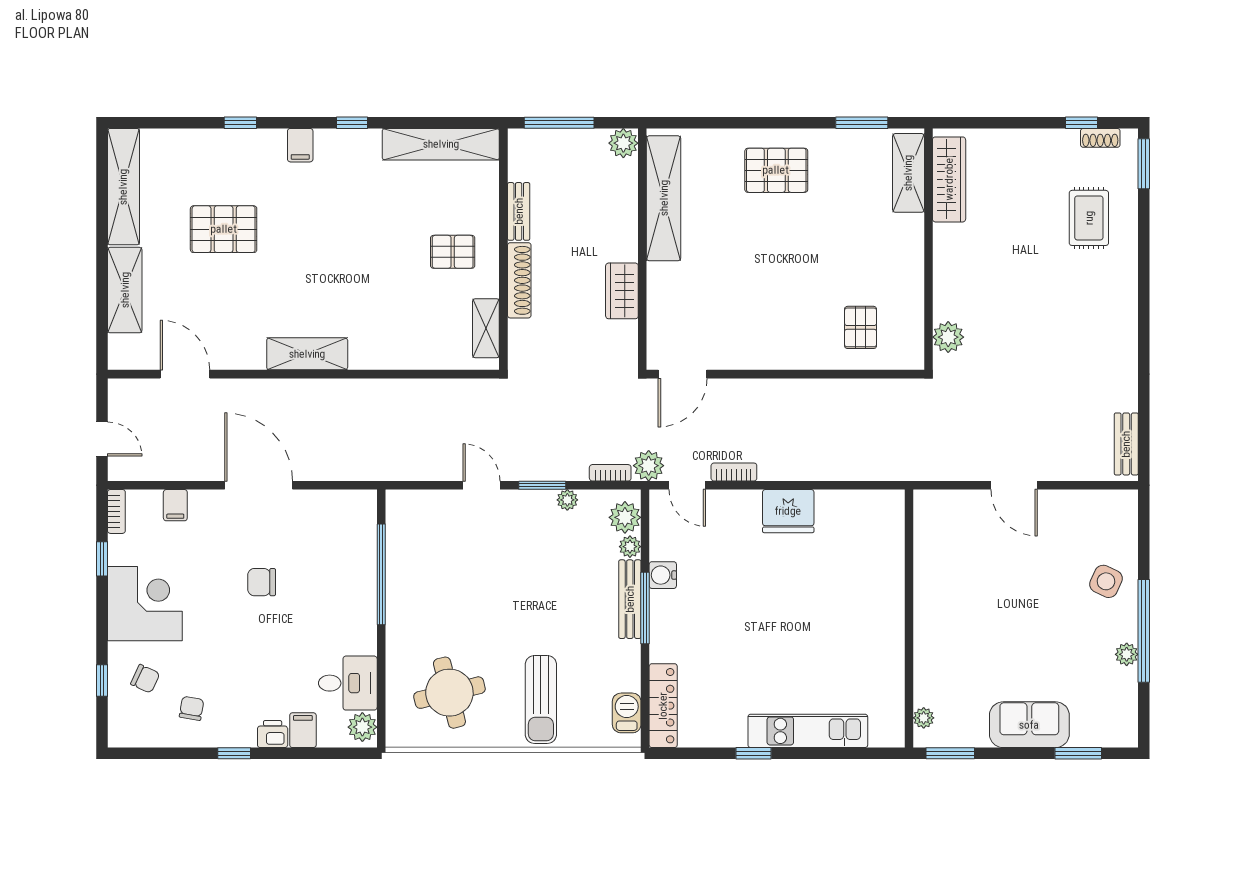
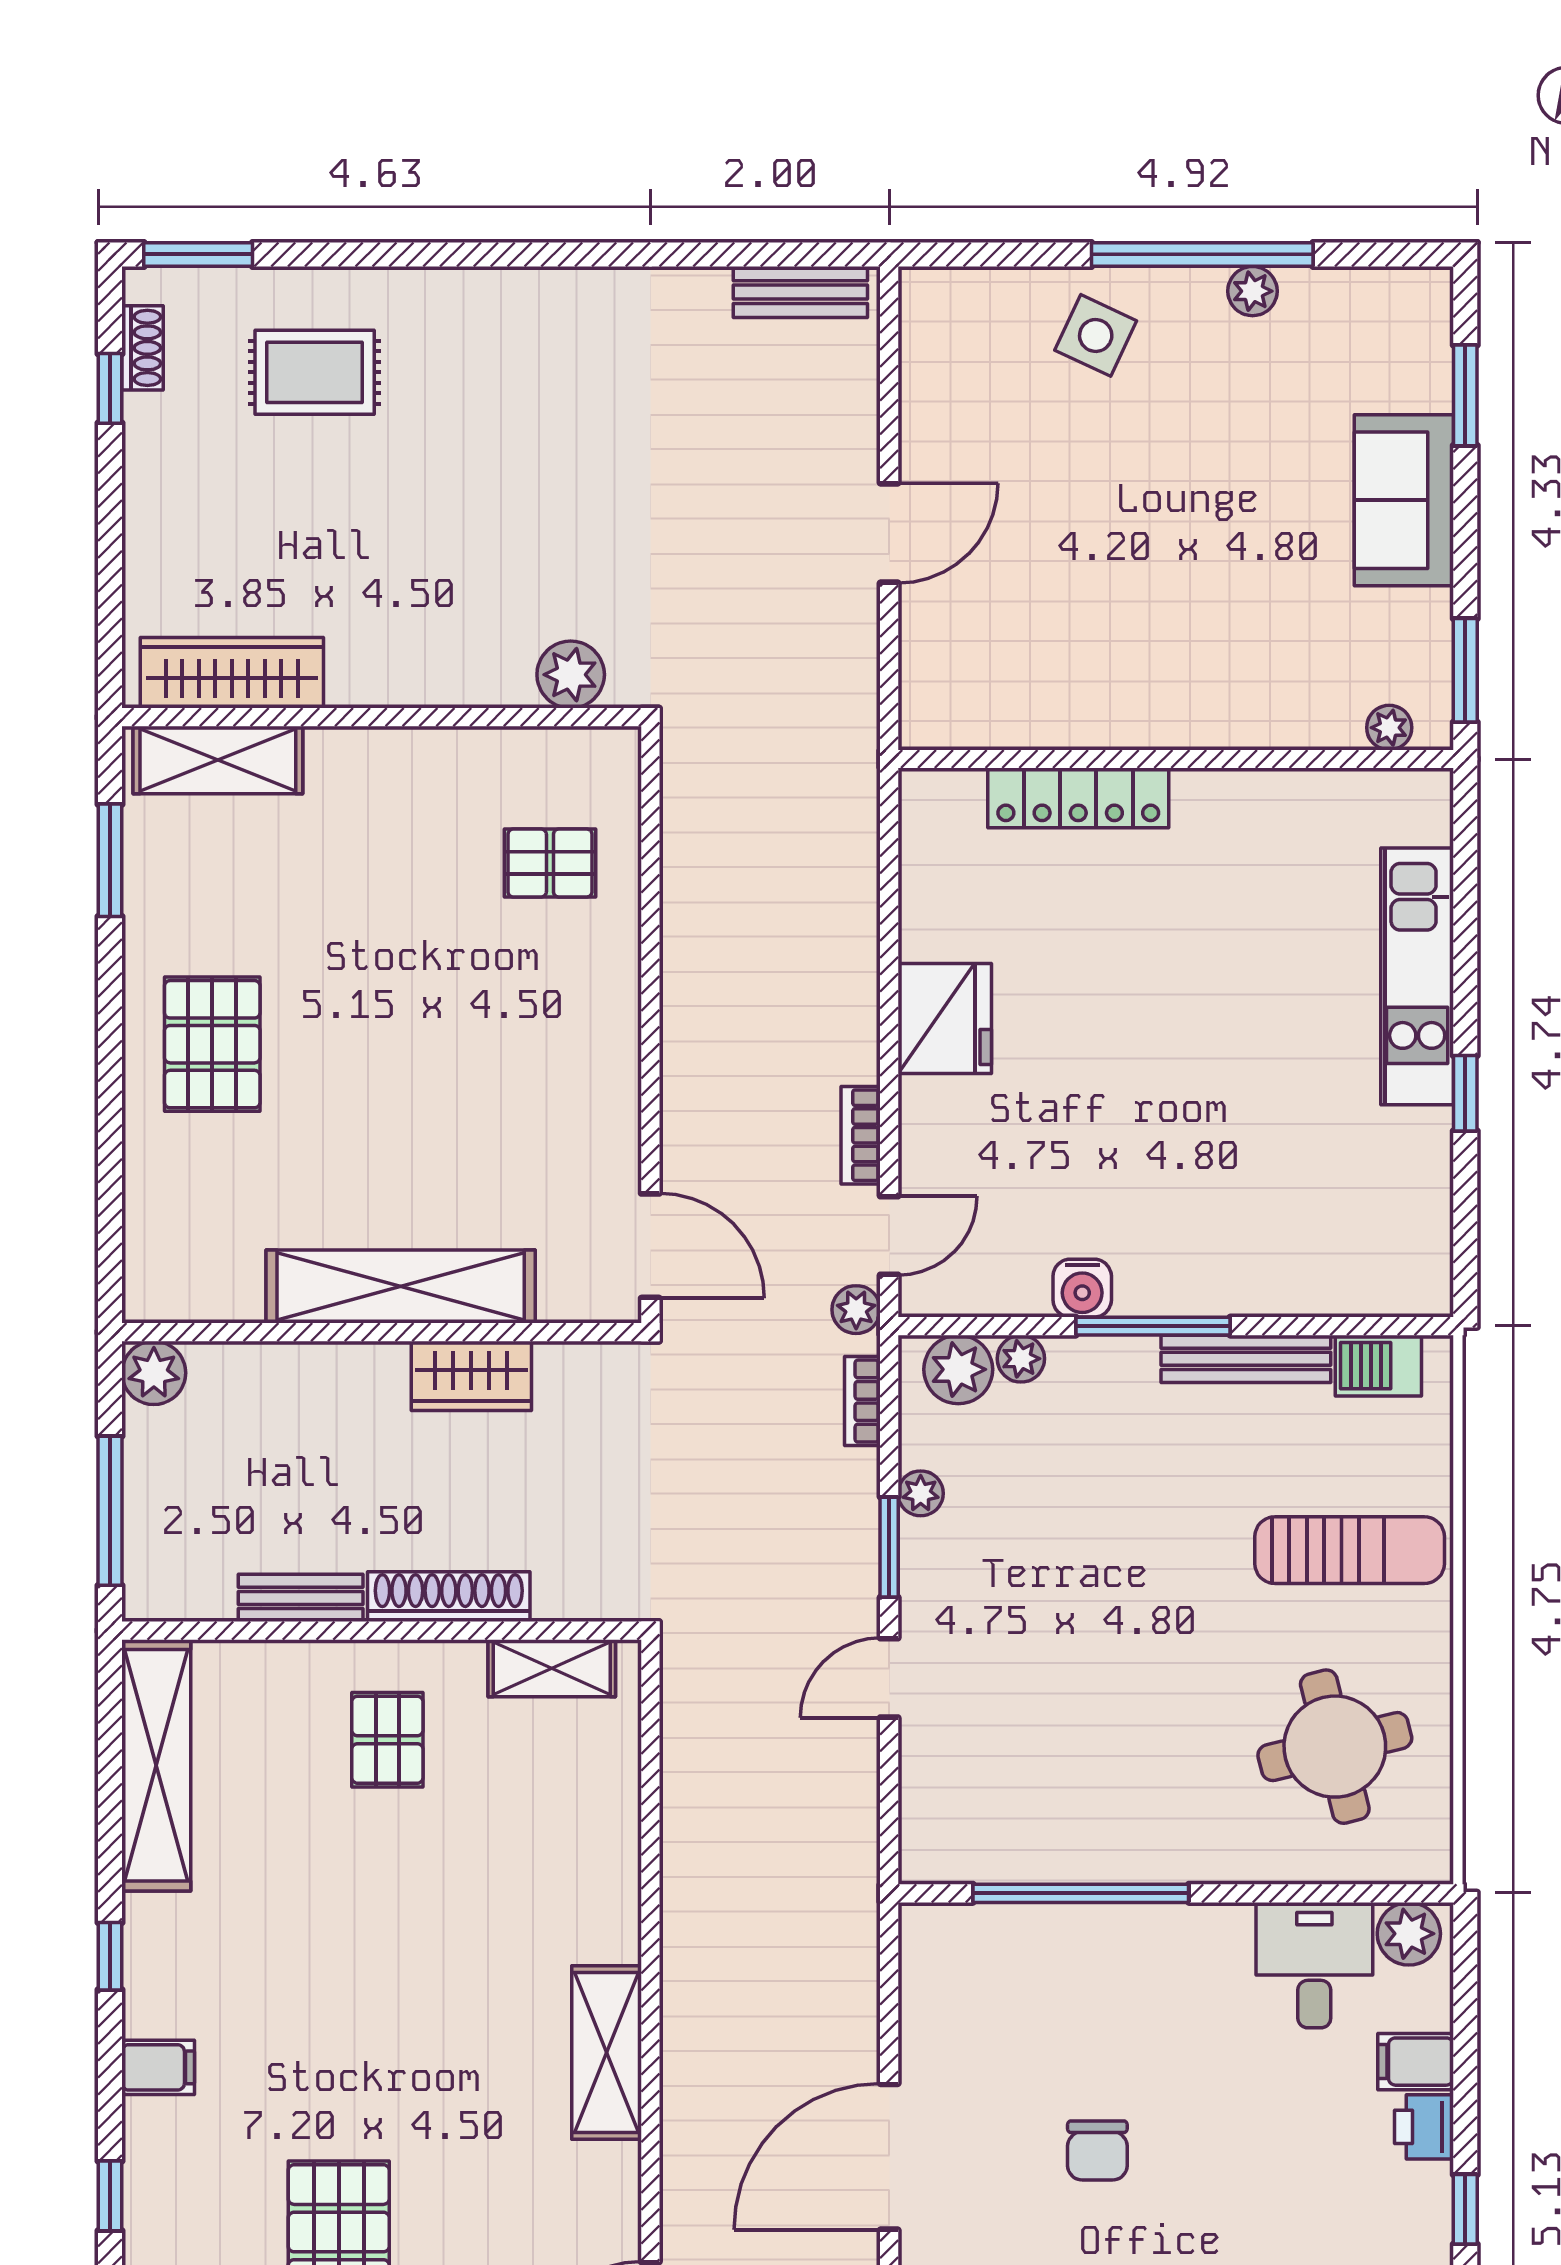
shelving: (664, 198) -> (401, 1286), moved
plant: (649, 466) -> (856, 1310), width x0.73, depth x0.73
bench: (630, 599) -> (1246, 1359), moved
locker: (663, 706) -> (1078, 798), moved, turned 180

